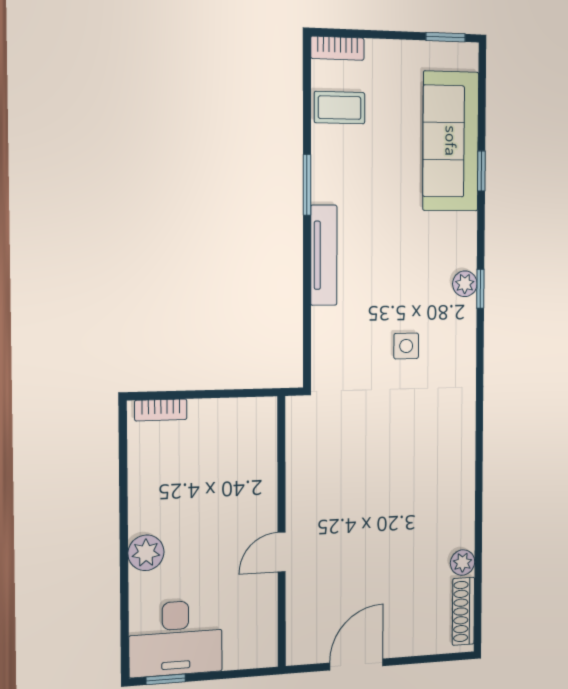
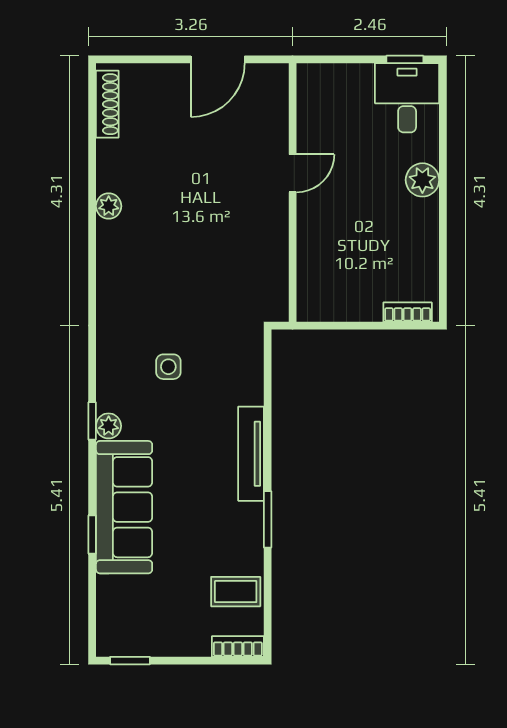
sofa: (451, 141) -> (124, 507), moved
plant: (463, 563) -> (109, 206), moved
desk: (176, 638) -> (407, 98), width x0.73

